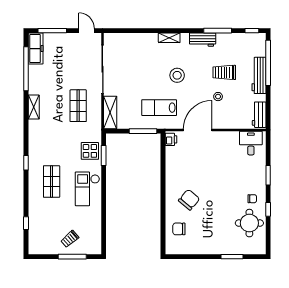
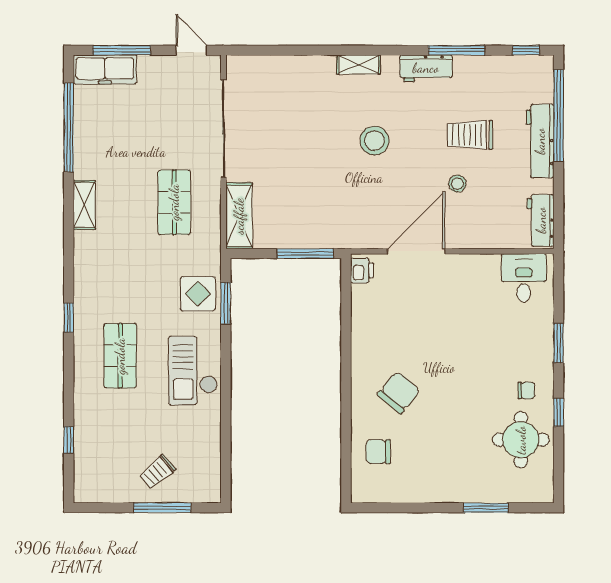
freezer: (36, 49) -> (105, 69), moved, turned 90
lab bench: (159, 108) -> (338, 206), removed

